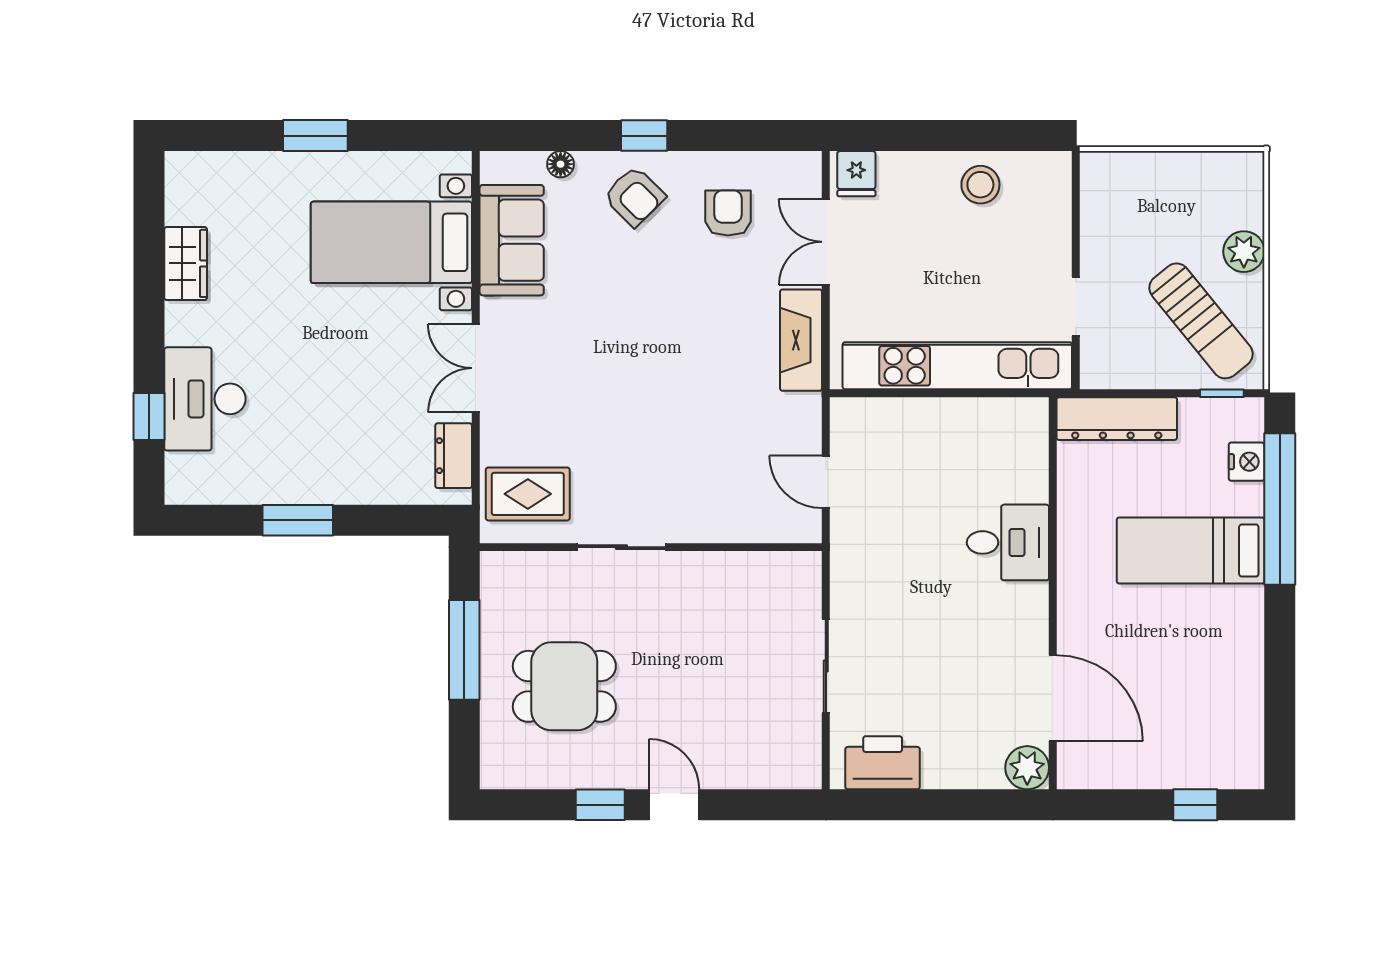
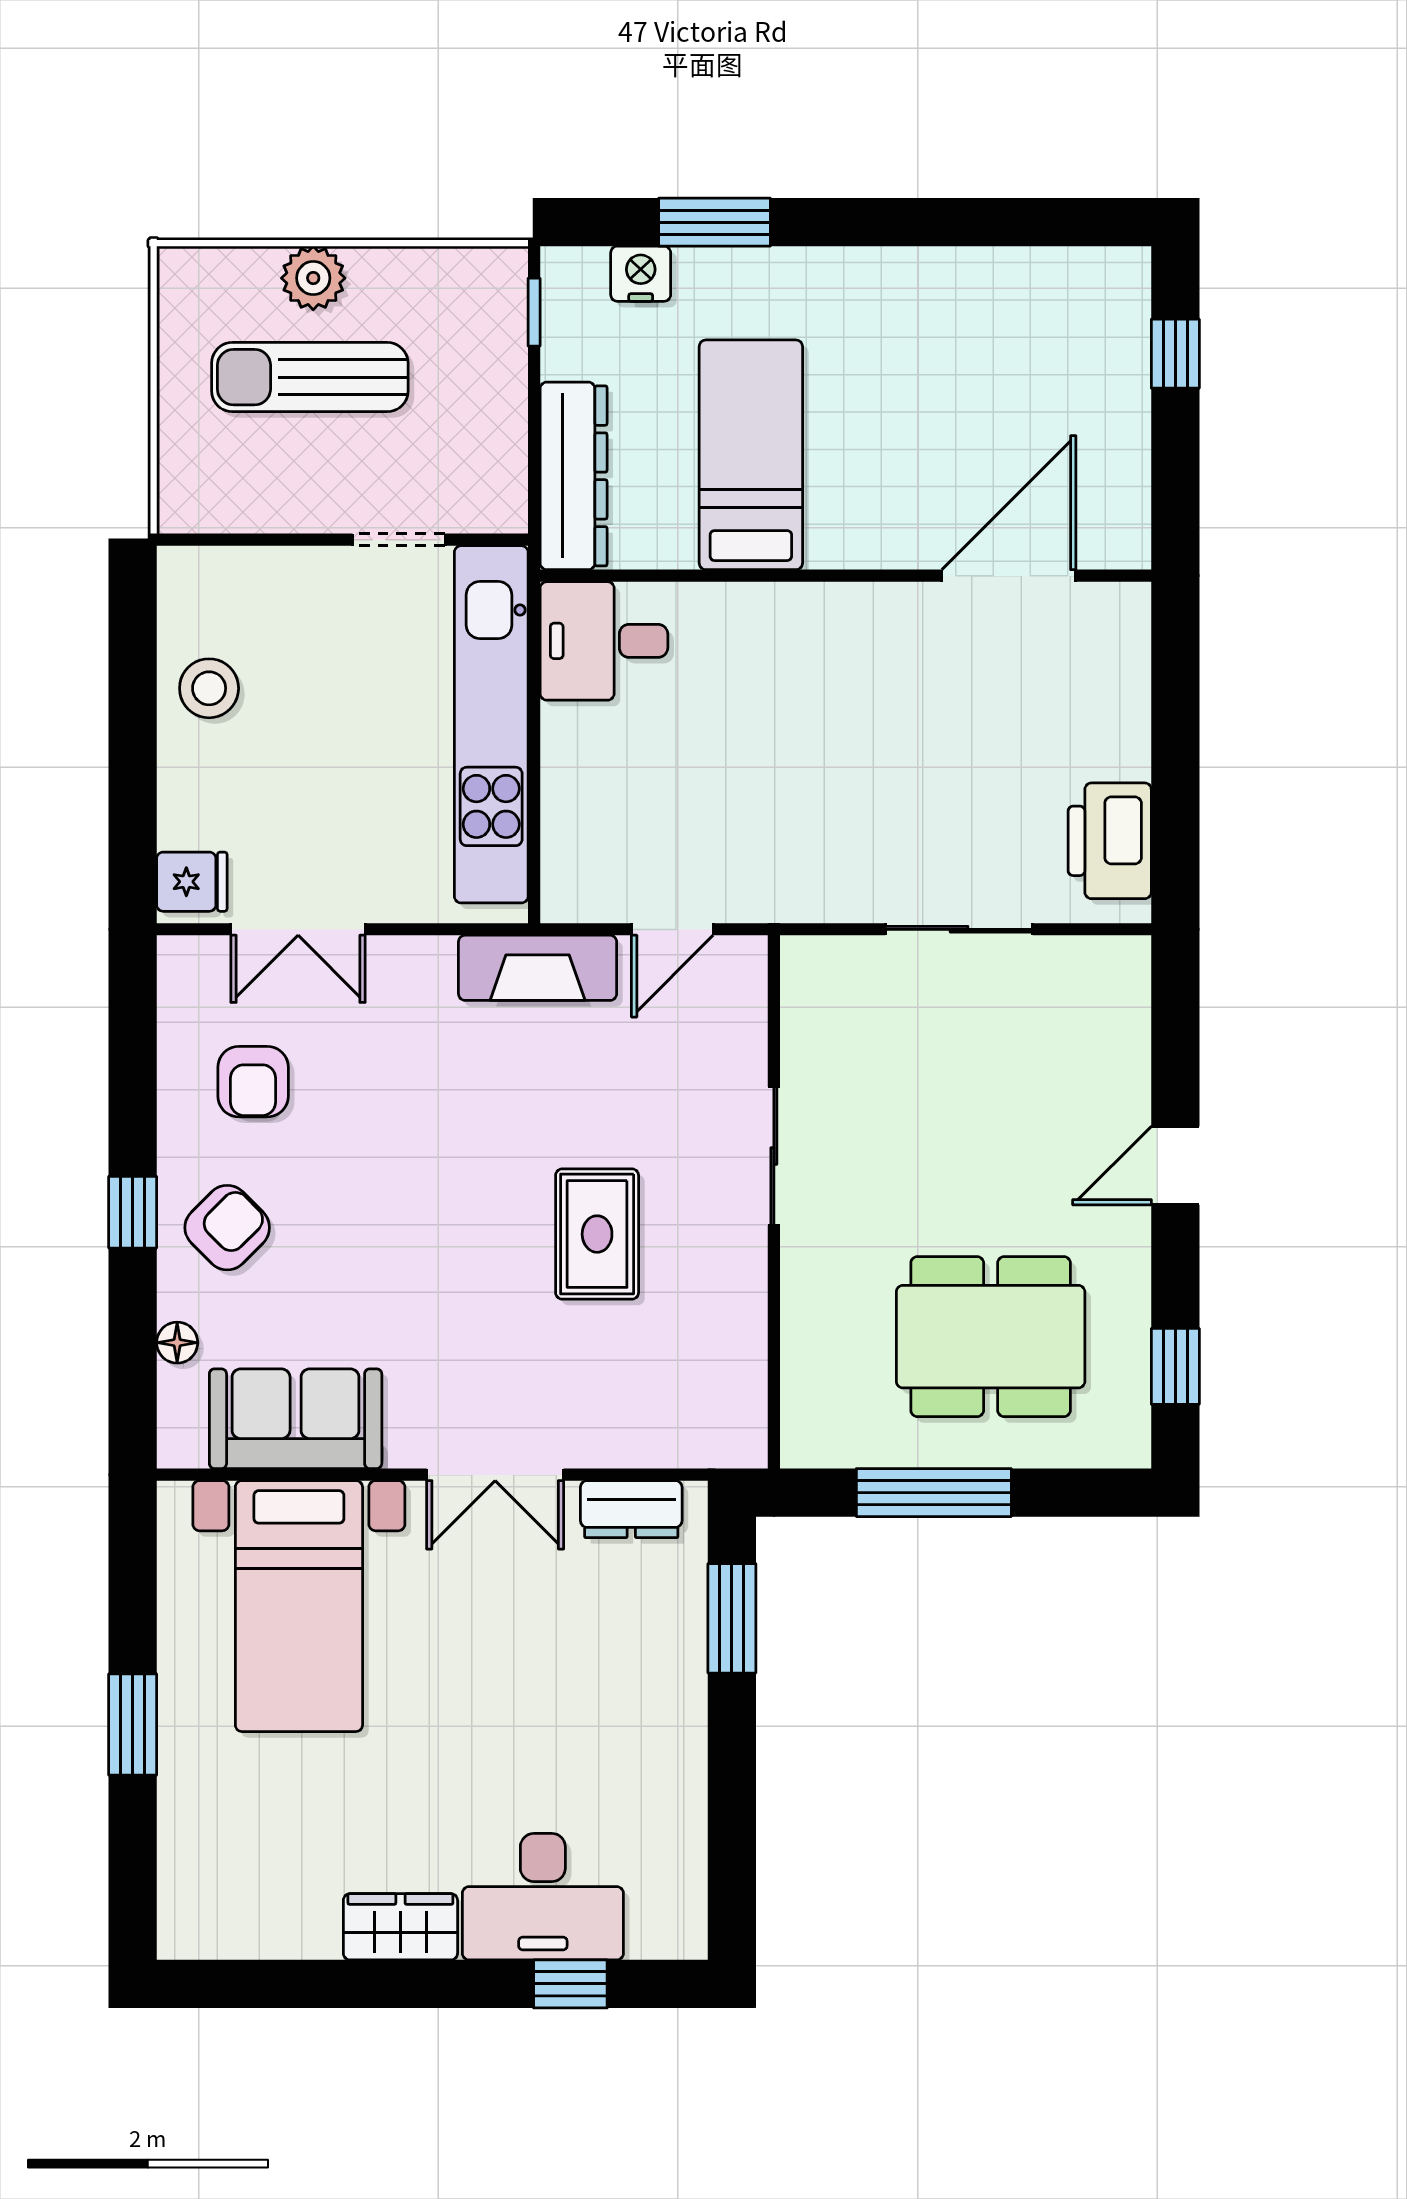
armchair: (728, 213) -> (253, 1082), turned -90
wardrobe: (186, 263) -> (400, 1927), moved
sun lounger: (1201, 321) -> (310, 377), moved, turned -141
fireplace: (801, 340) -> (538, 968), moved
rug: (528, 494) -> (597, 1234), moved
window: (1280, 509) -> (714, 222), width x0.47
window: (298, 520) -> (732, 1618), moved
desk: (1008, 542) -> (604, 641), moved, turned -90
sliding door: (622, 547) -> (774, 1156), moved
bed: (1191, 551) -> (751, 455), moved, turned 180
dining table: (564, 686) -> (991, 1337), width x1.38
plant: (1027, 768) -> (1117, 616), removed
window: (600, 805) -> (1175, 1366), moved

